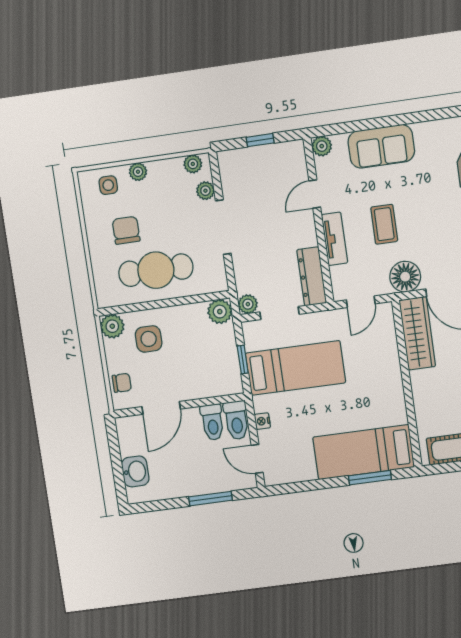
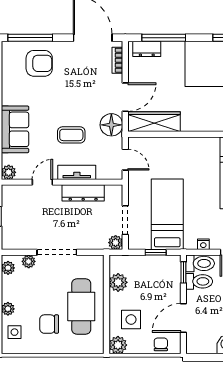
door: (315, 194) -> (42, 182), swing flipped
dresser: (312, 276) -> (83, 193), moved
plant: (220, 312) -> (118, 282), moved
window: (221, 400) -> (183, 272), added
door: (161, 408) -> (183, 318), swing flipped

